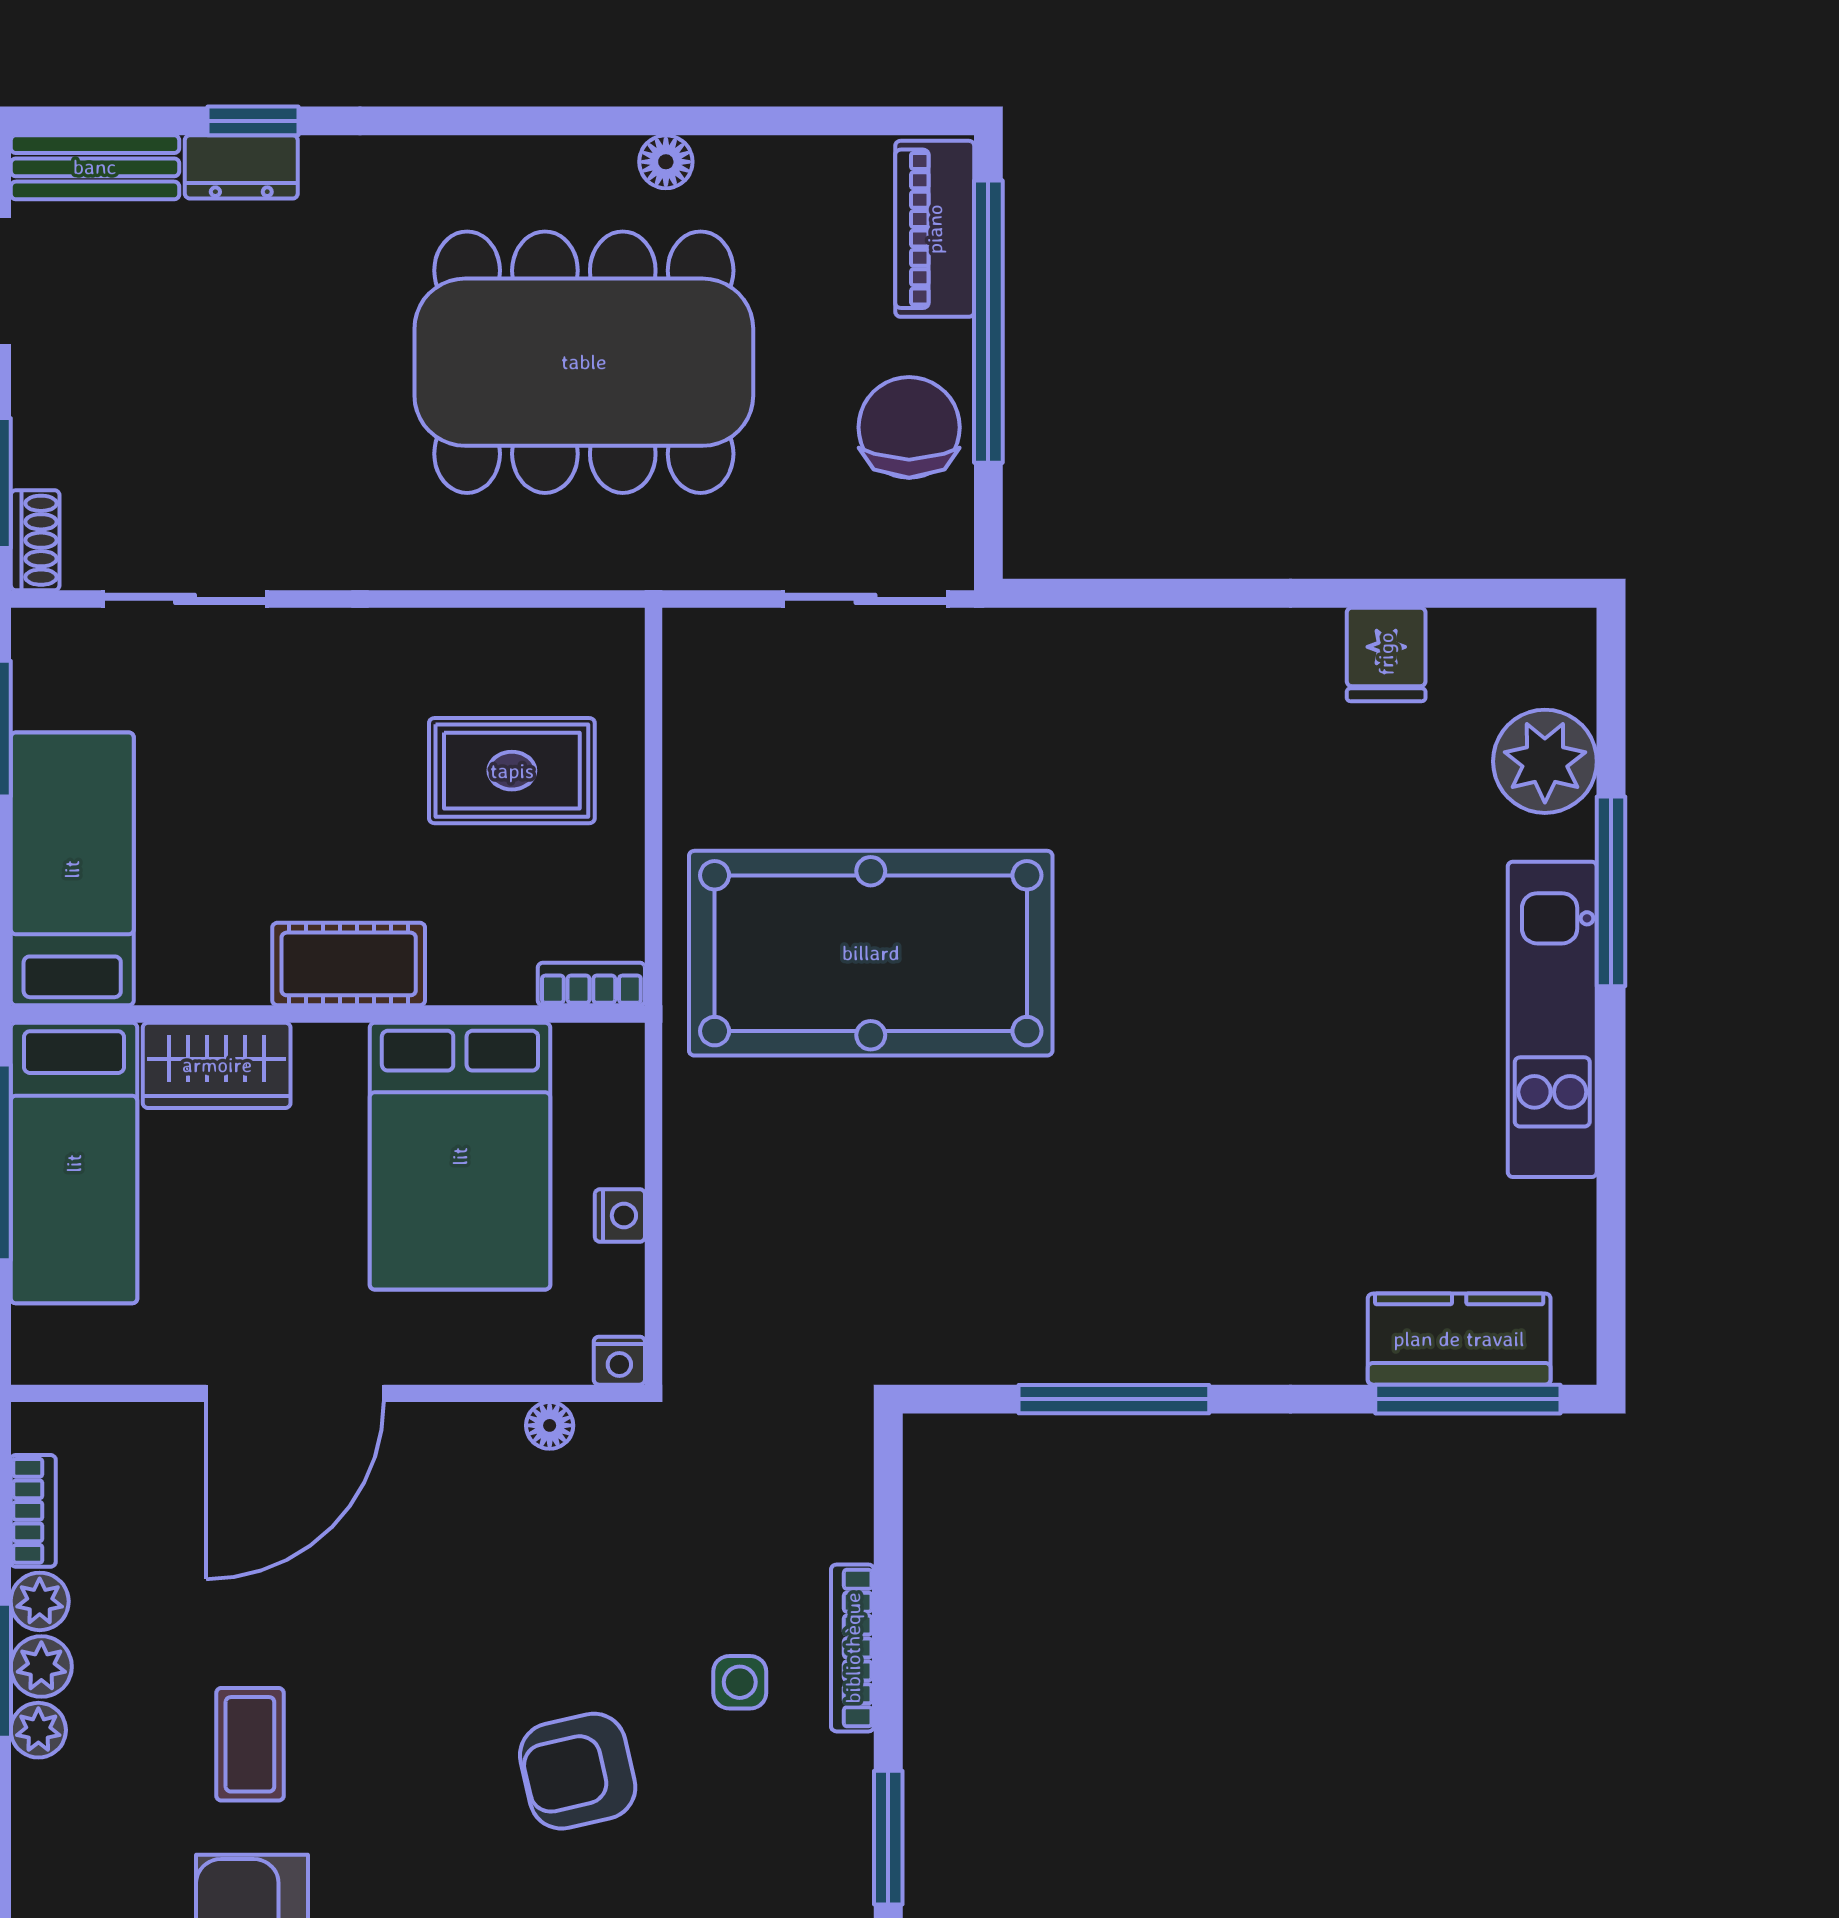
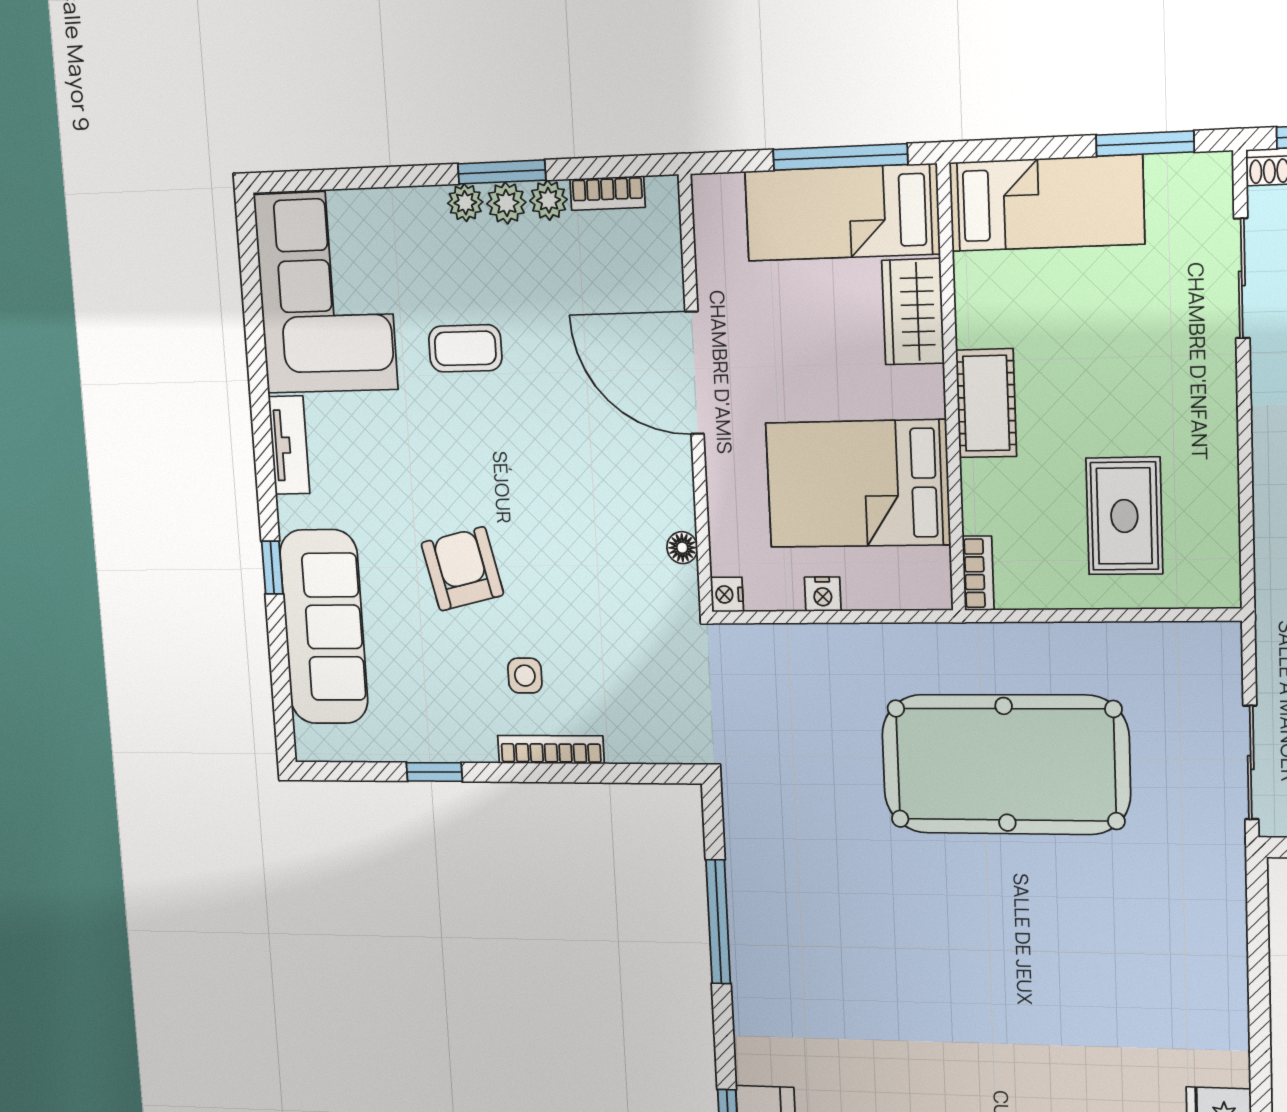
pool table: (871, 953) -> (1006, 764), turned 90
window: (888, 1838) -> (434, 772), width x0.67

